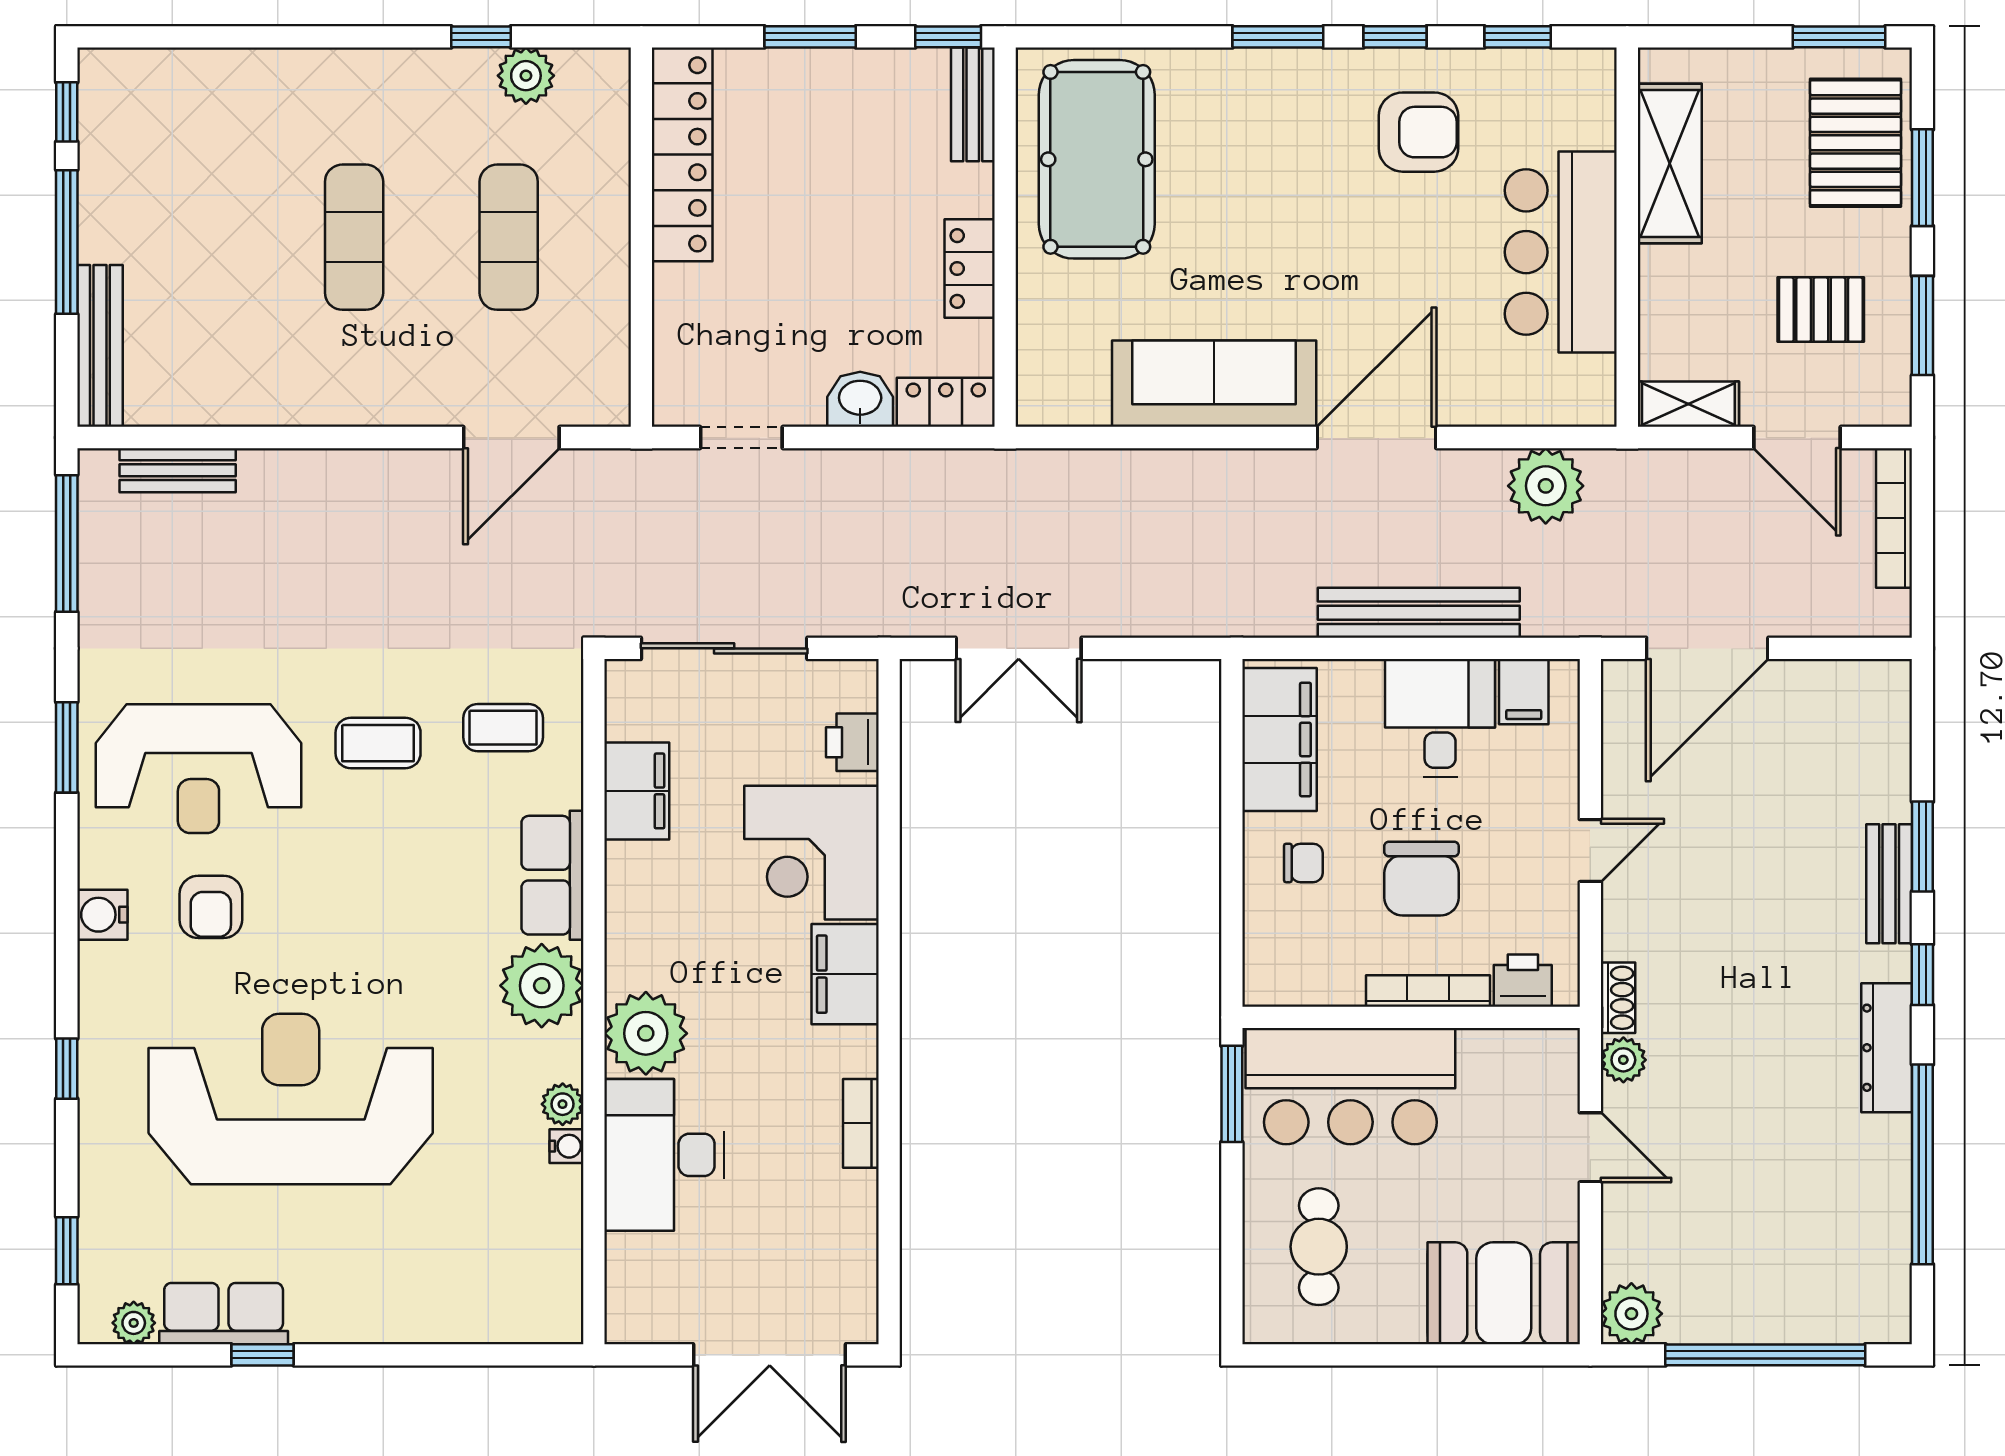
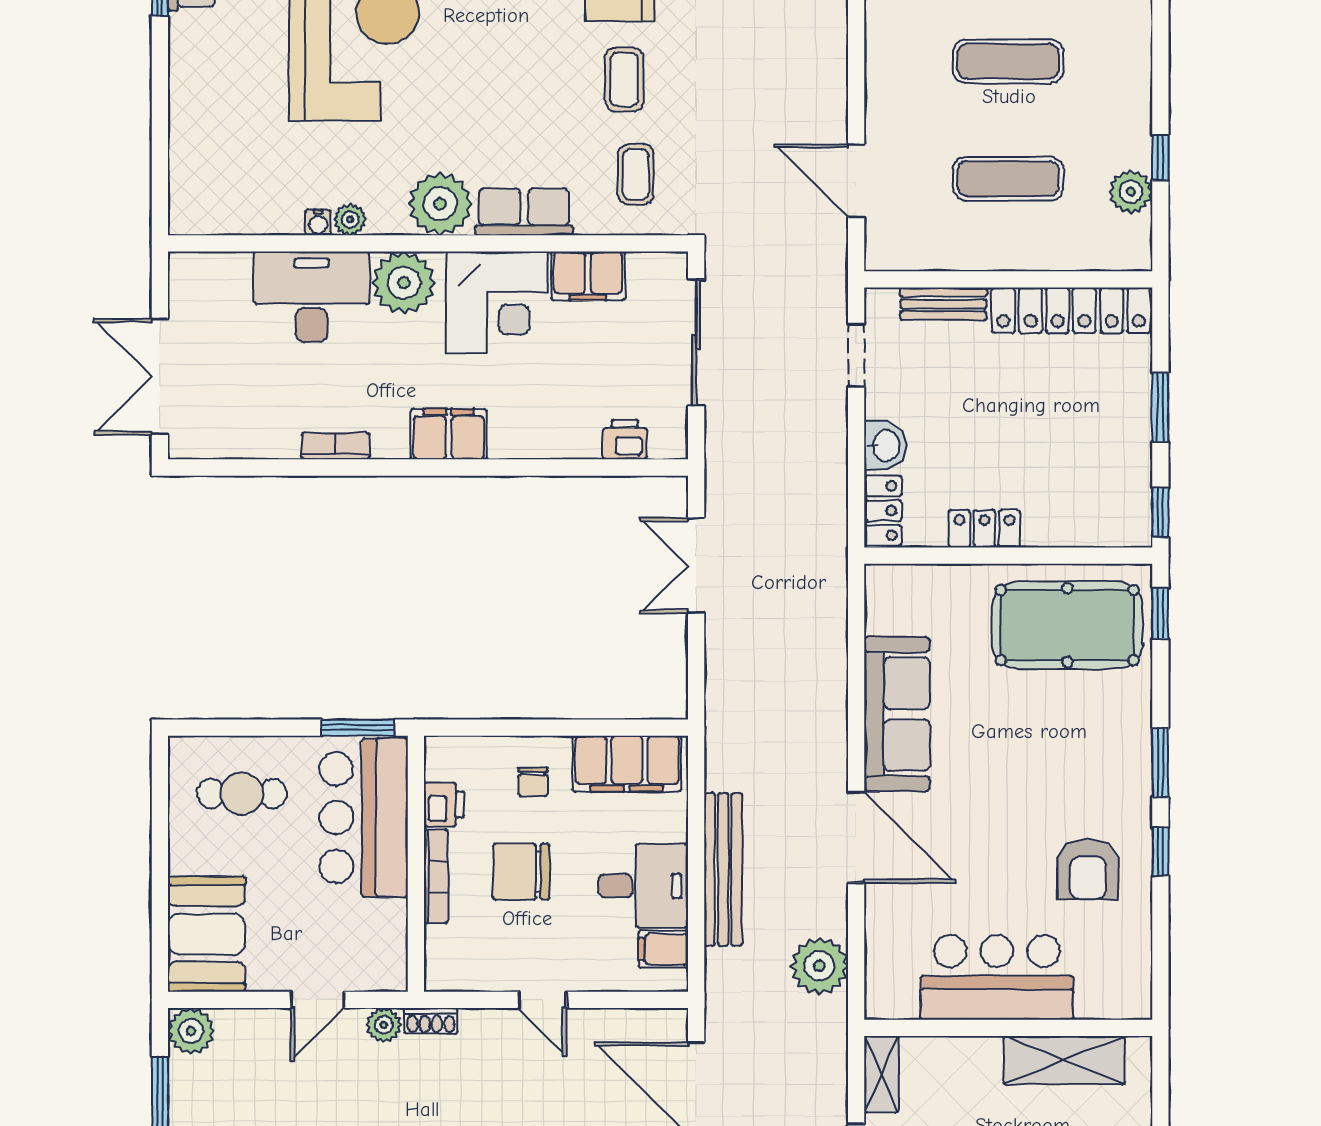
window: (1518, 37) -> (1160, 614), moved
bench: (973, 104) -> (943, 304), moved
corner desk: (811, 853) -> (497, 302), moved, turned 180
printer: (1523, 981) -> (444, 804), moved

